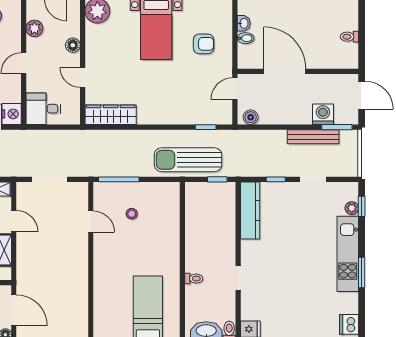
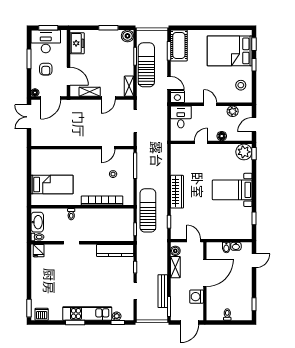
armchair: (204, 44) -> (223, 220), removed
washing machine: (323, 114) -> (197, 297), moved, turned 180
wardrobe: (111, 115) -> (177, 192), moved
shelving: (276, 117) -> (175, 267), added
bookcase: (173, 231) -> (102, 201), added

